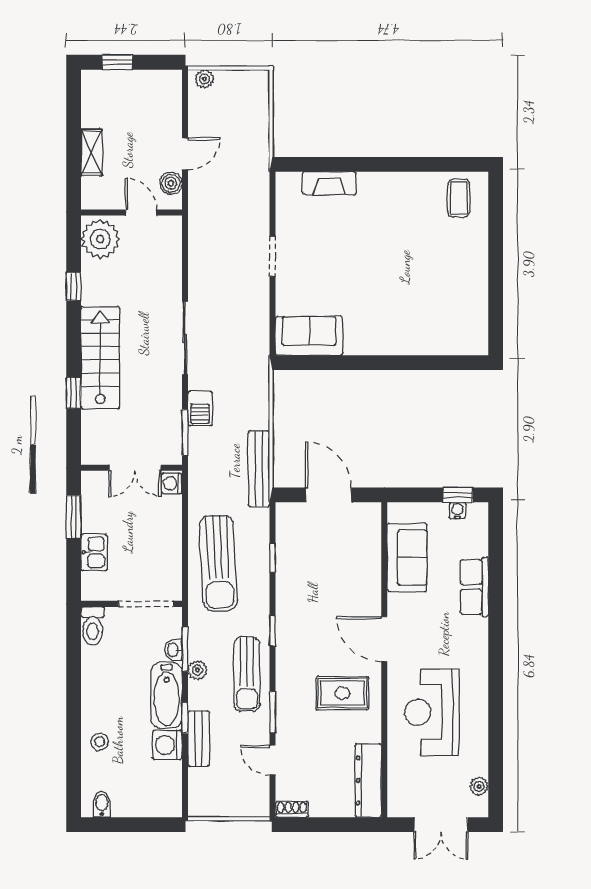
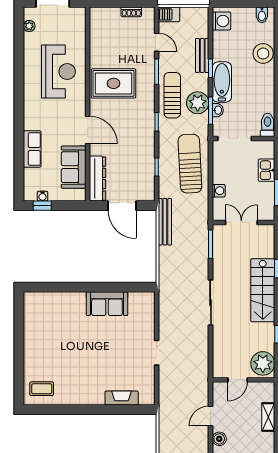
boiler: (171, 183) -> (219, 439), moved
coffee table: (459, 198) -> (42, 389), turned 90
door: (141, 212) -> (238, 380), hinge flipped
sofa: (309, 336) -> (107, 304), moved
barbecue: (200, 409) -> (169, 14), moved, turned -90
washing machine: (172, 483) -> (219, 191), moved
door: (384, 639) -> (88, 130), moved
plant: (197, 670) -> (198, 103), width x1.87, depth x1.87
rug: (342, 693) -> (113, 83), width x1.36, depth x1.43
stool: (100, 742) -> (263, 53), width x1.89, depth x1.89
washing machine: (167, 745) -> (221, 21), moved
dresser: (368, 781) -> (97, 179), moved
shoe rack: (292, 809) -> (131, 12), moved

